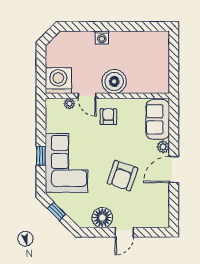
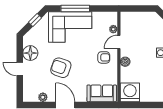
washing machine: (58, 81) -> (130, 92), moved, turned -90
boiler: (114, 82) -> (125, 62), width x0.54, depth x0.54
plant: (163, 147) -> (43, 97), moved
window: (41, 156) -> (75, 8), width x2.17

